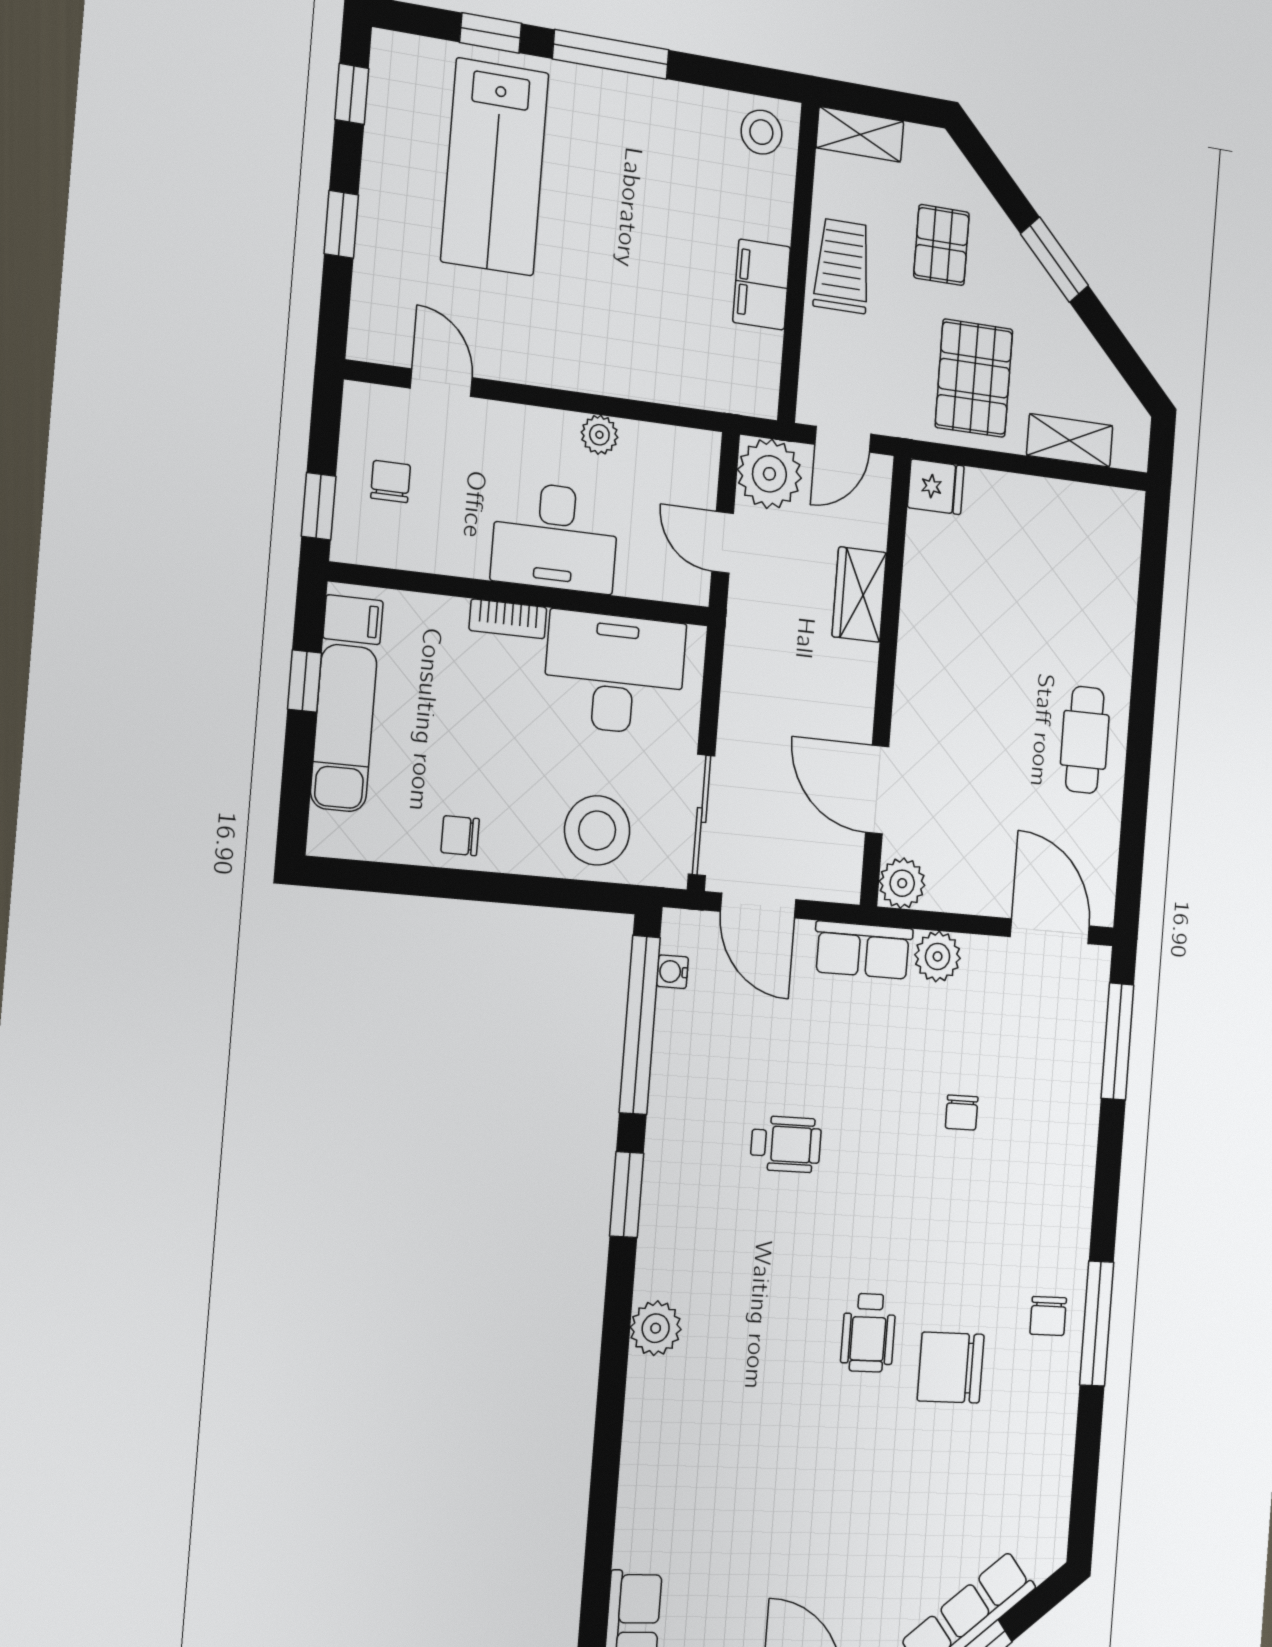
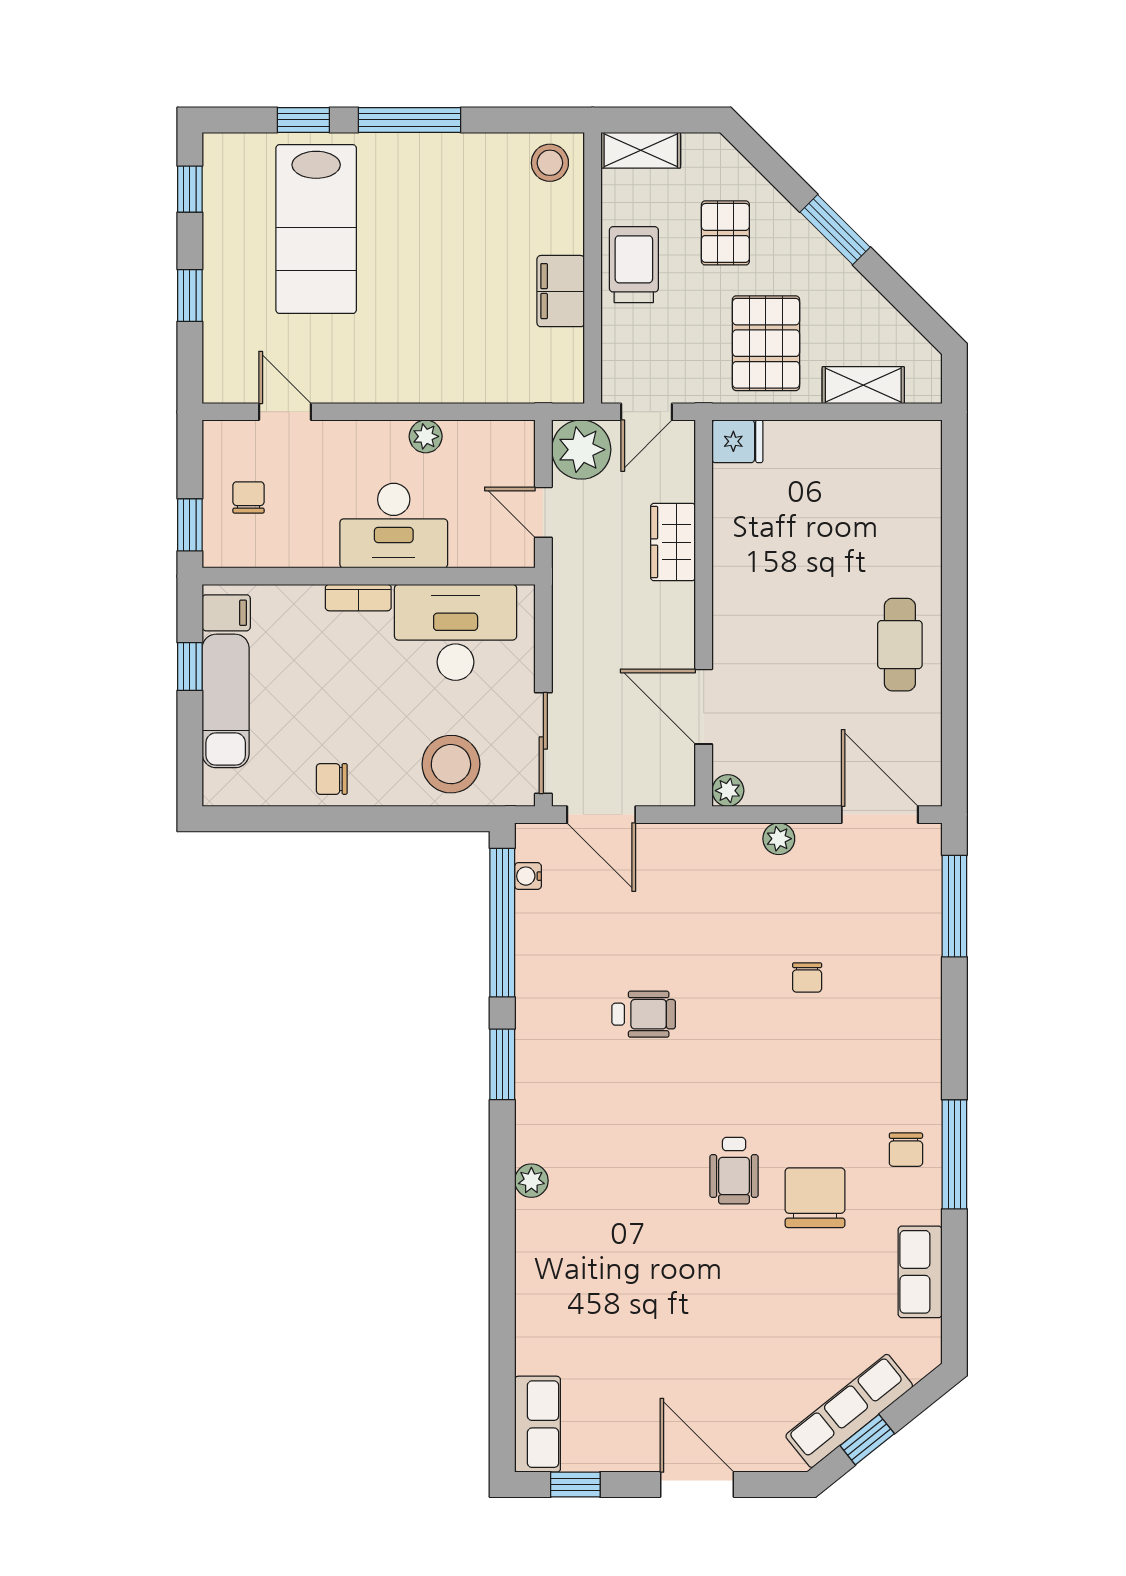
plant: (902, 883) -> (728, 791), width x0.73, depth x0.73
row of seats: (863, 950) -> (920, 1272), moved, turned 90
plant: (938, 956) -> (779, 839), width x0.73, depth x0.73
plant: (656, 1328) -> (531, 1181), width x0.73, depth x0.73
chair: (951, 1368) -> (815, 1198), turned 90

